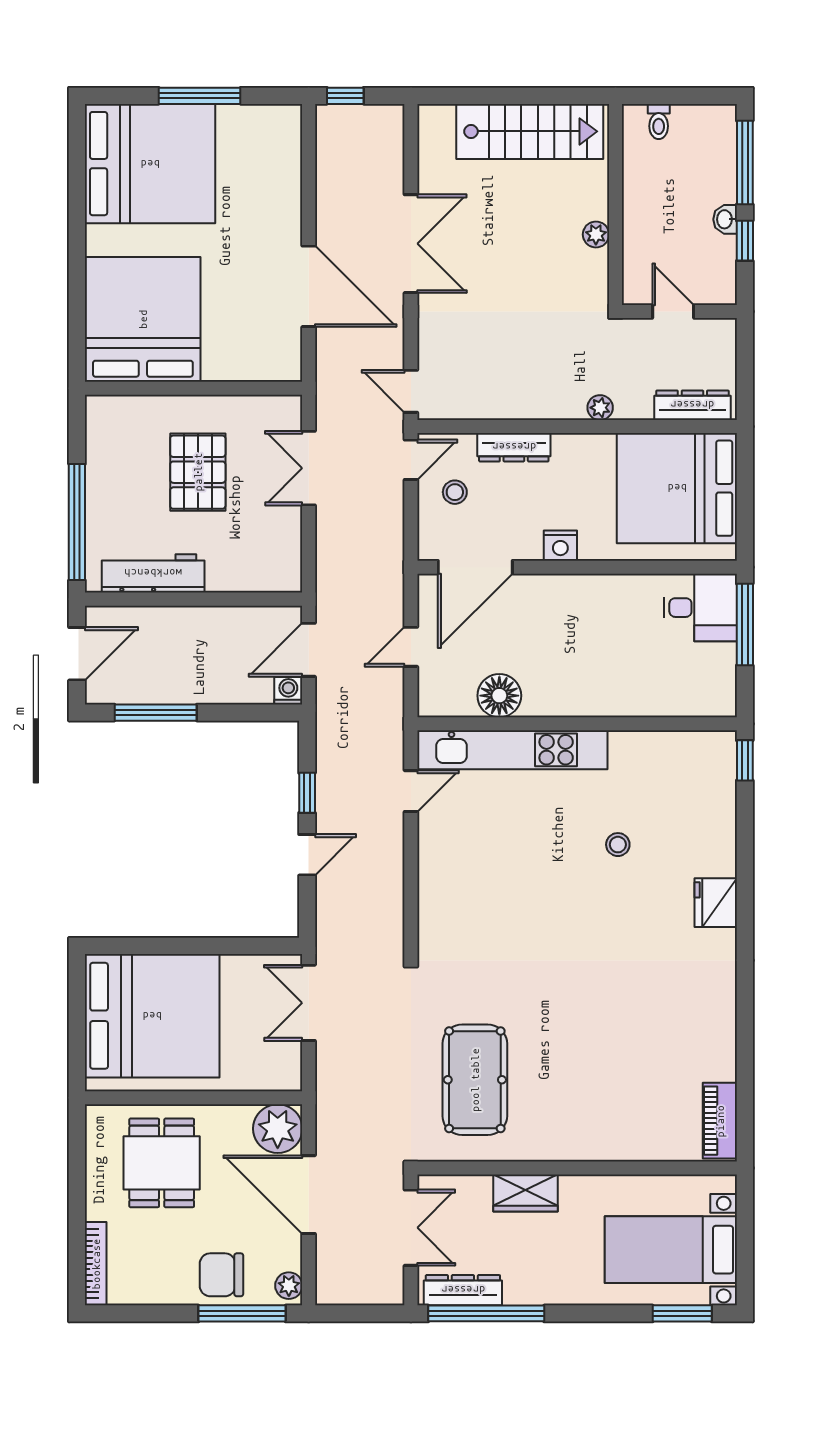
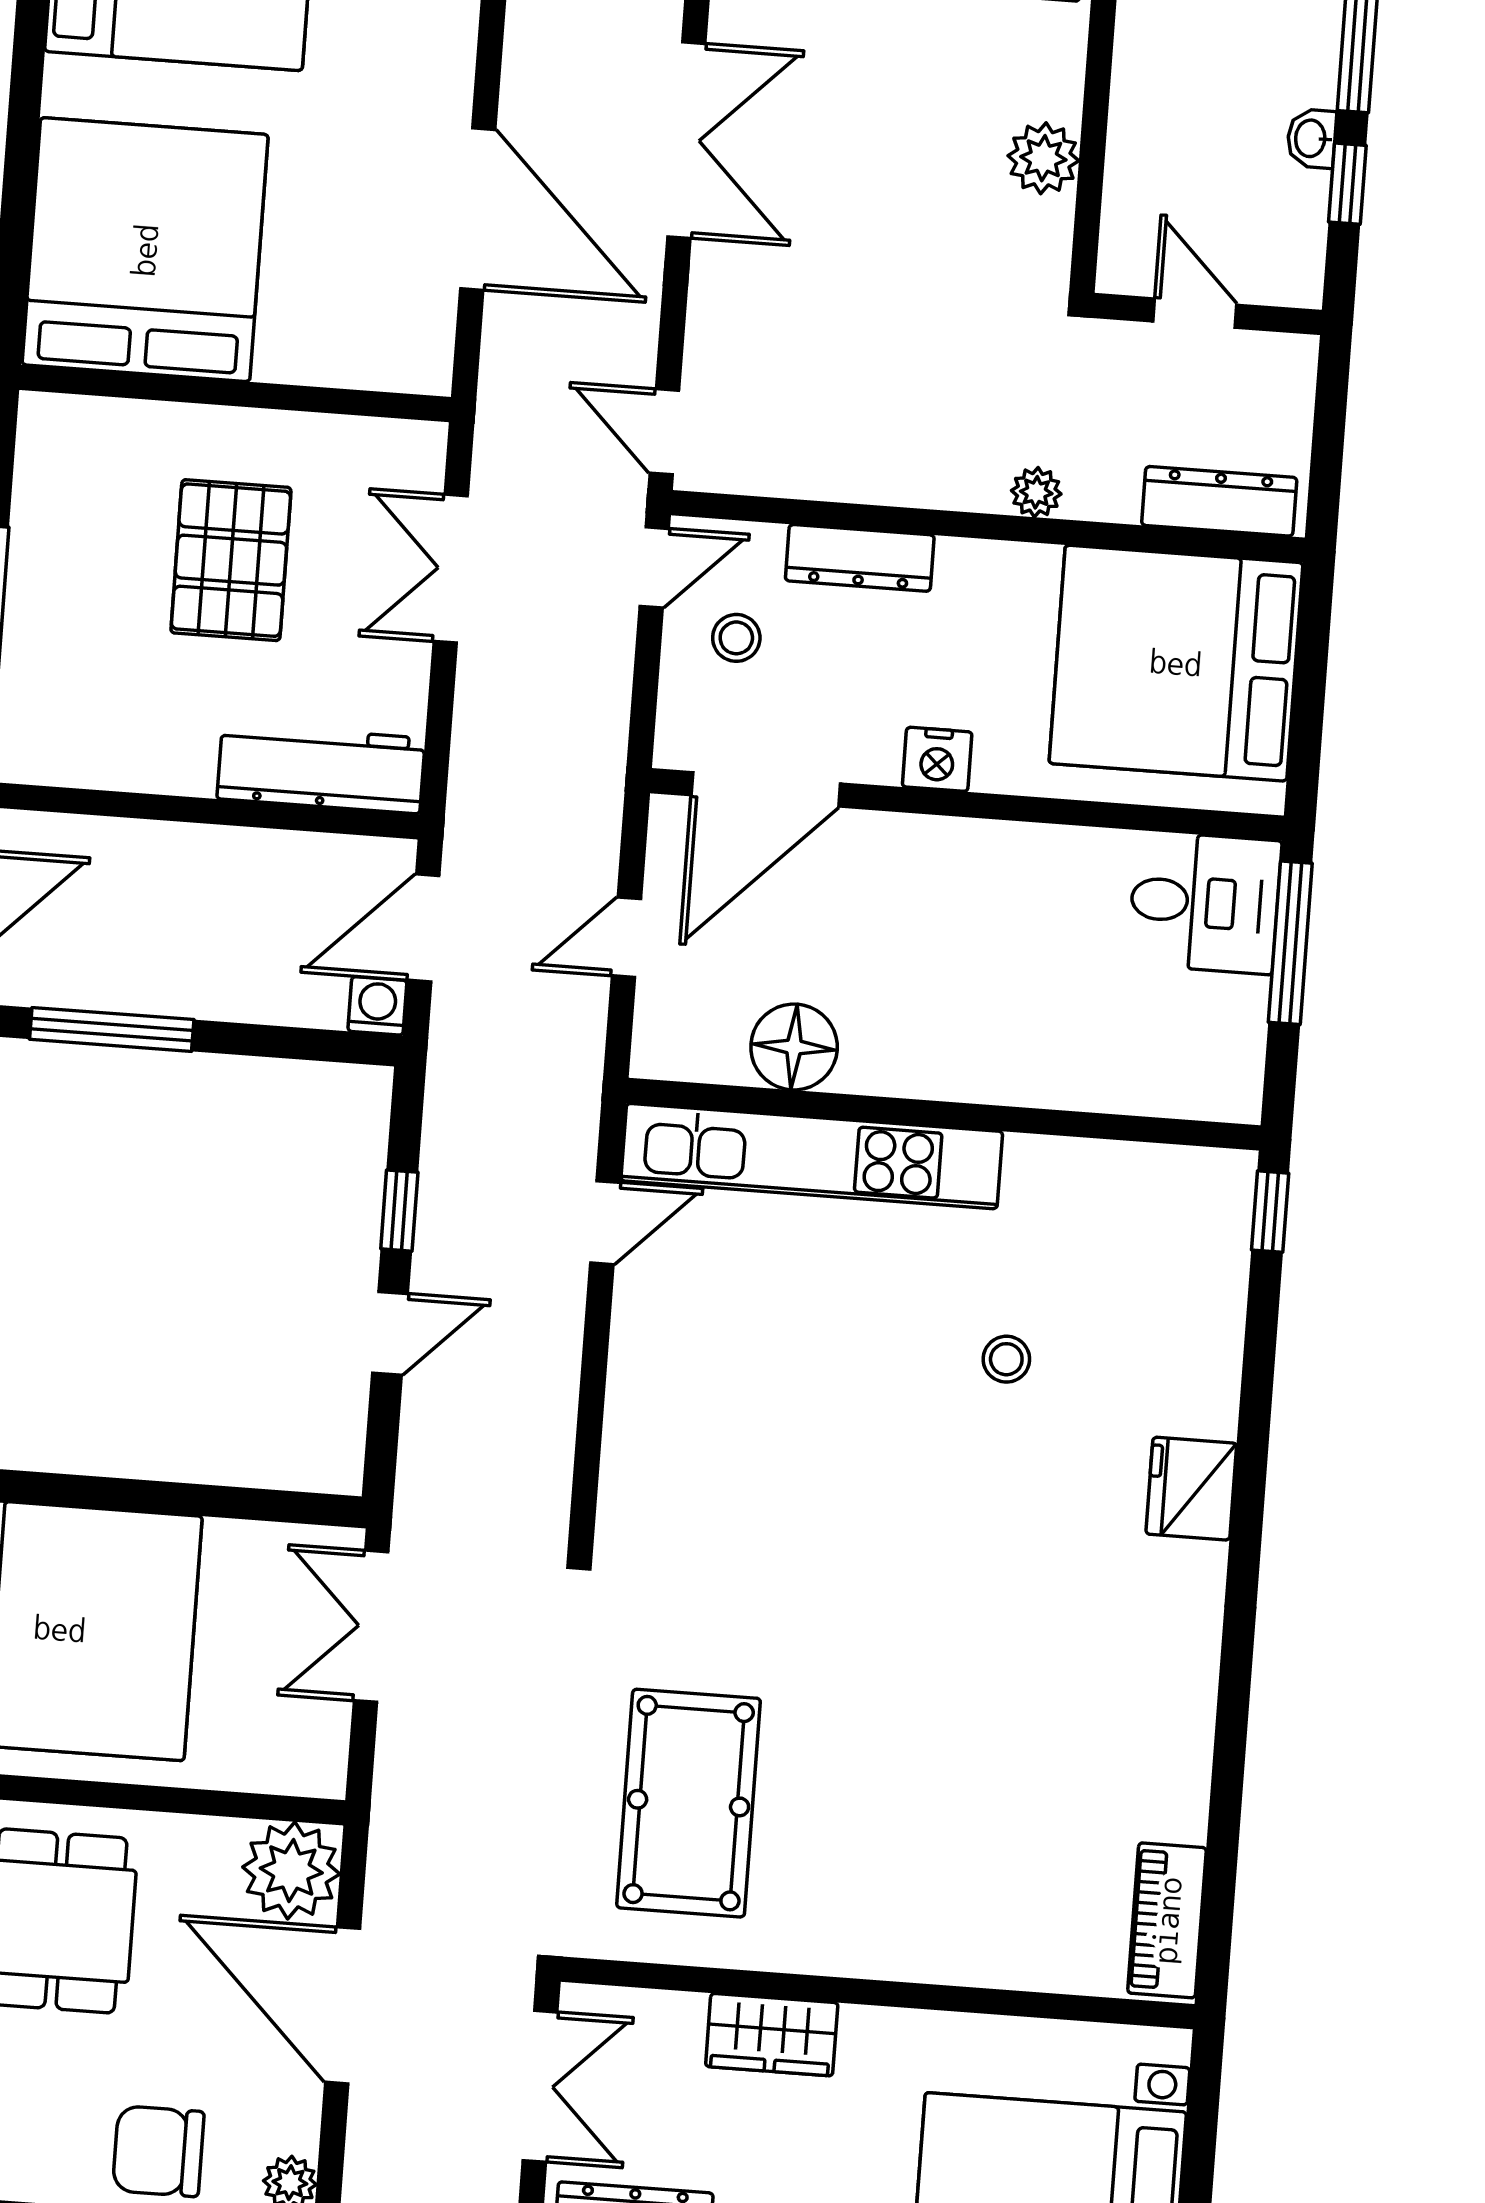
plant: (596, 234) -> (1043, 158), width x1.38, depth x1.38
workbench: (153, 573) -> (321, 768), moved

